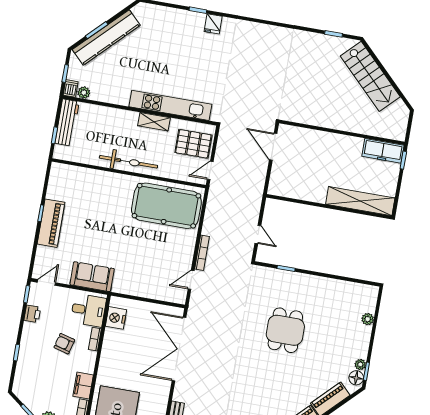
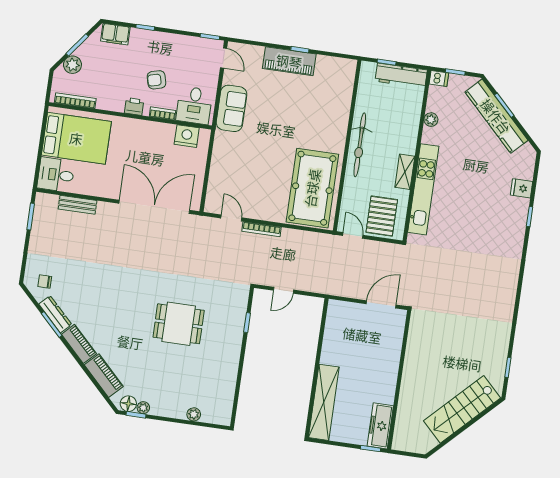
fridge: (213, 24) -> (522, 188), moved
plant: (84, 93) -> (431, 120), moved
printer: (32, 314) -> (134, 106), moved, turned 180
armchair: (64, 344) -> (157, 80), turned -120
filing cabinet: (83, 386) -> (115, 34), moved, turned 180

